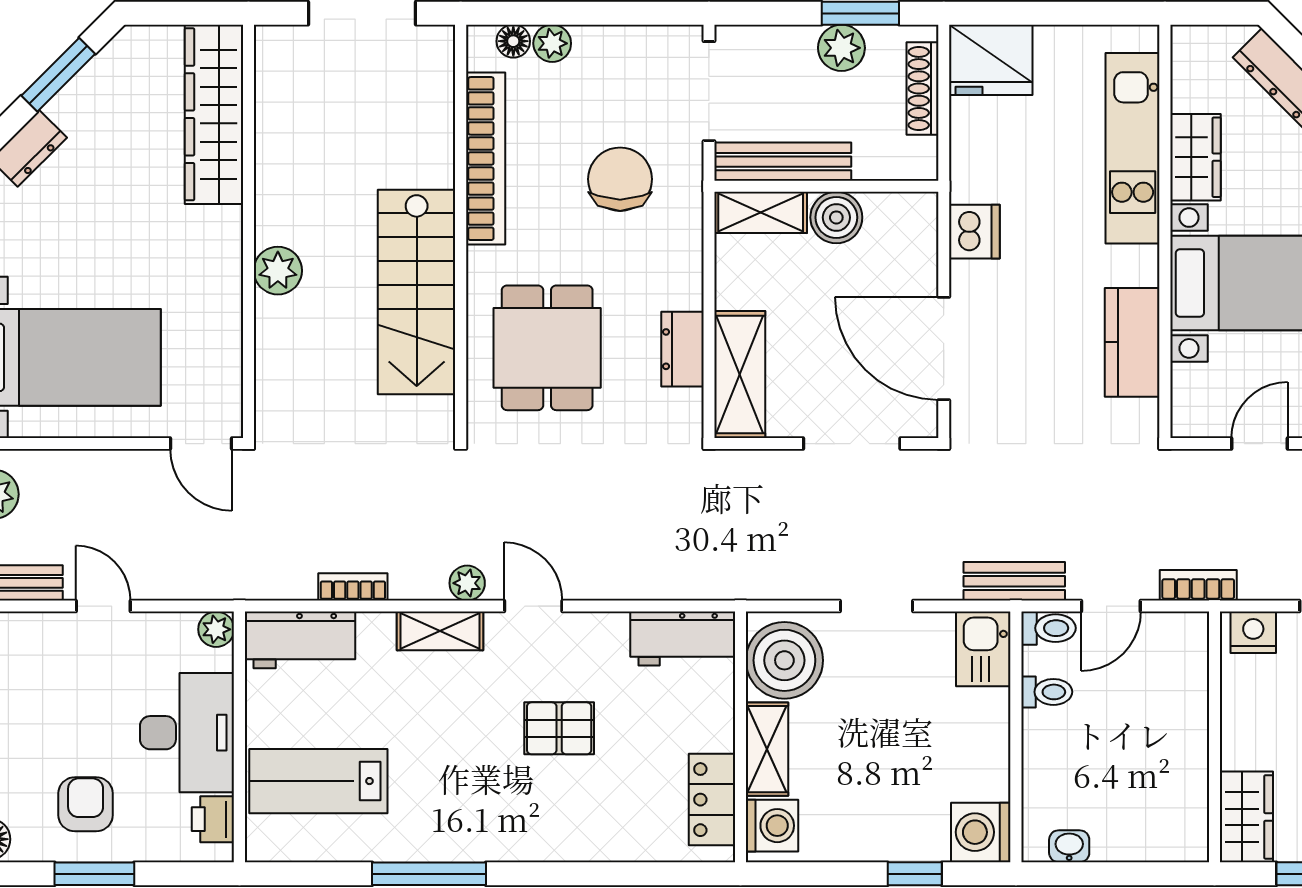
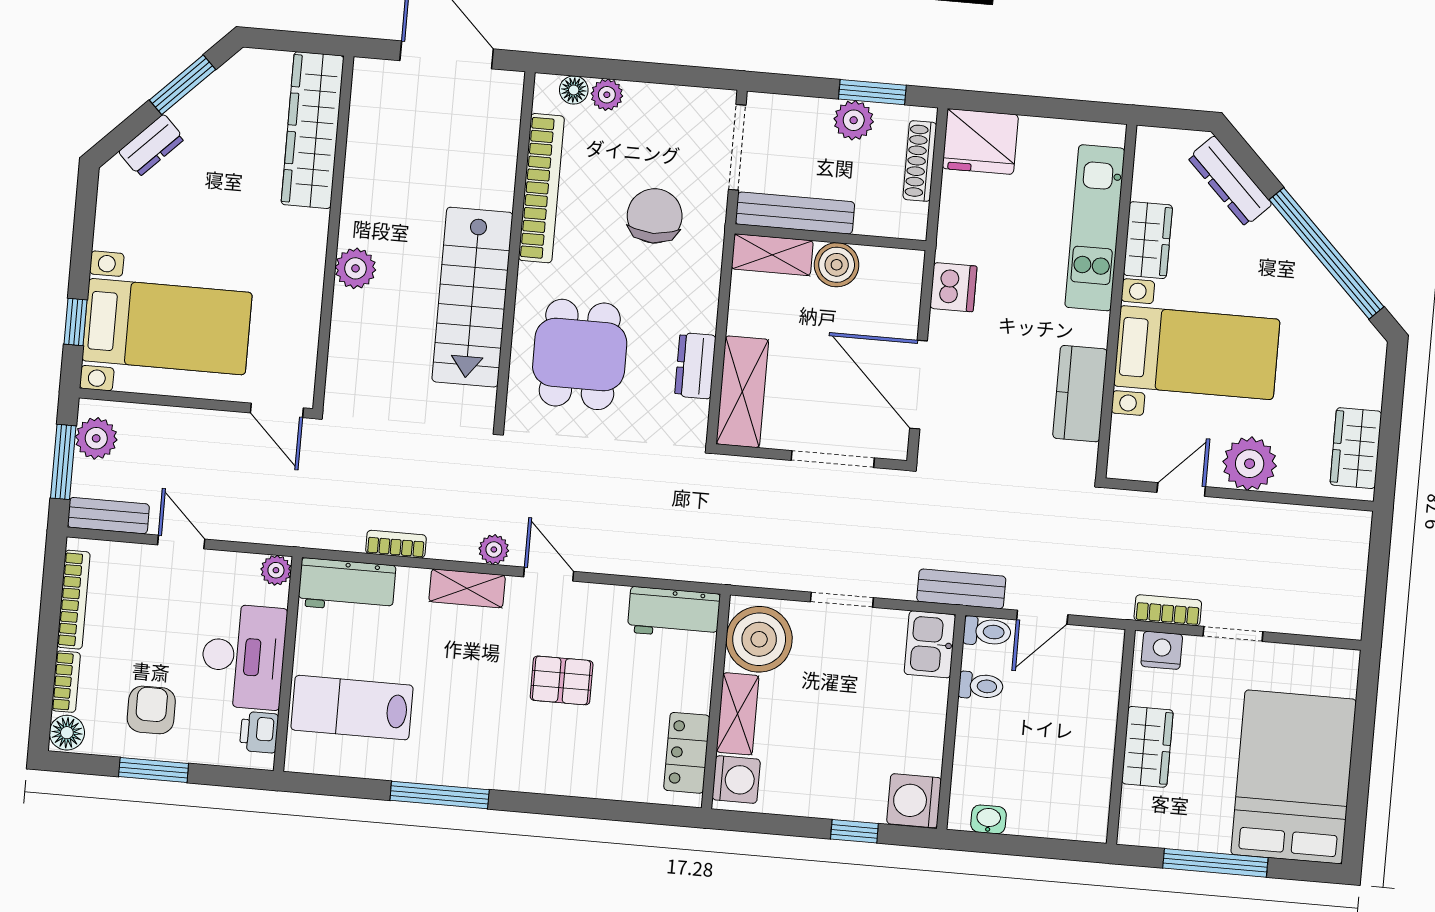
bookcase: (1198, 585) -> (1168, 610), moved
wardrobe: (1246, 817) -> (1147, 747), moved

